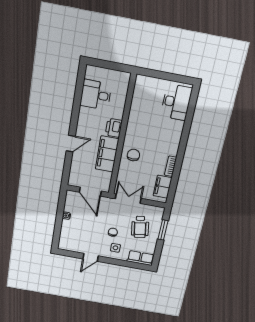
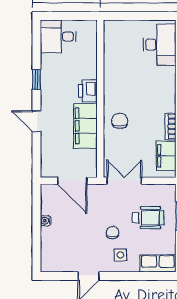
desk: (96, 95) -> (58, 37), moved
window: (76, 112) -> (36, 79), added
door: (71, 143) -> (36, 121), swing flipped
wheelchair: (140, 227) -> (148, 218), turned -81

